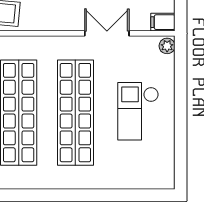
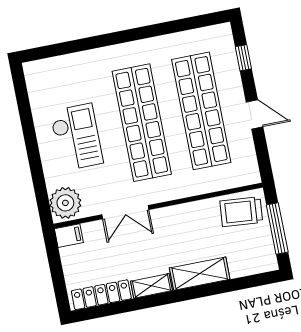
plant: (167, 46) -> (65, 203), width x1.88, depth x1.88

